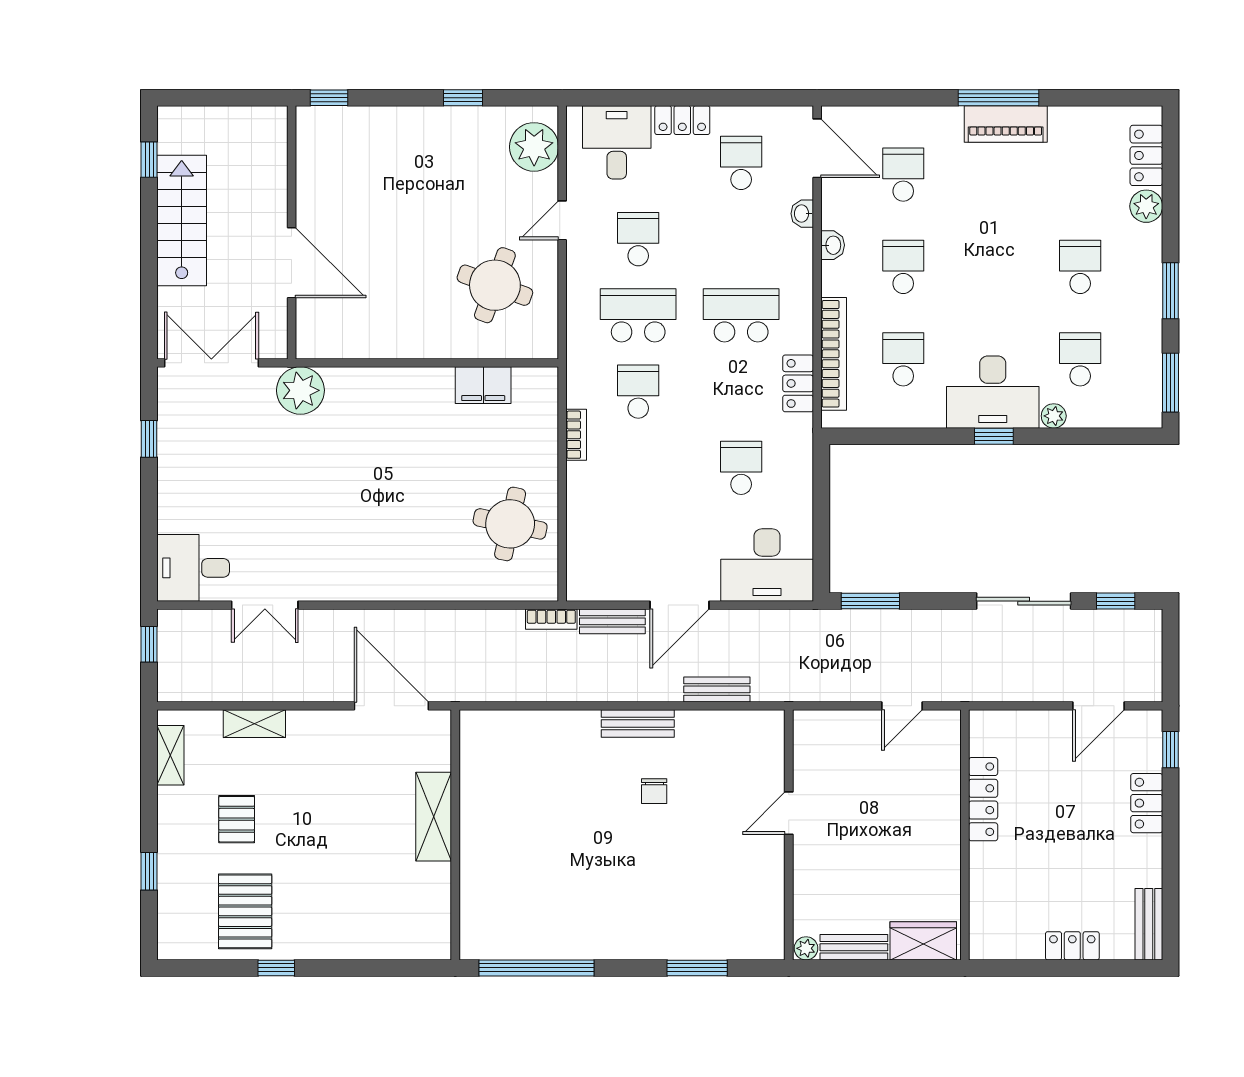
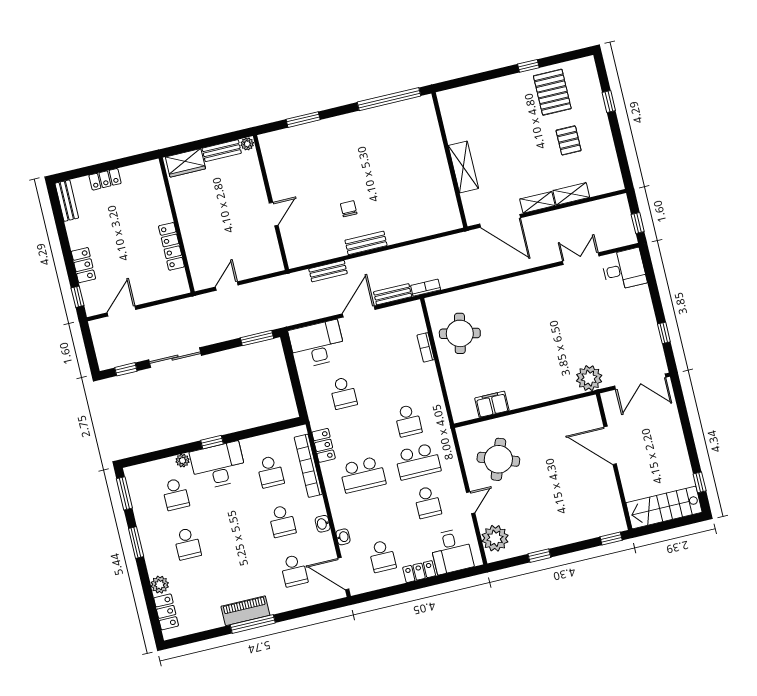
stairs: (182, 220) -> (664, 508), moved, turned 90
bookcase: (576, 435) -> (426, 347), moved
shelving: (170, 755) -> (537, 202), moved, turned 90

